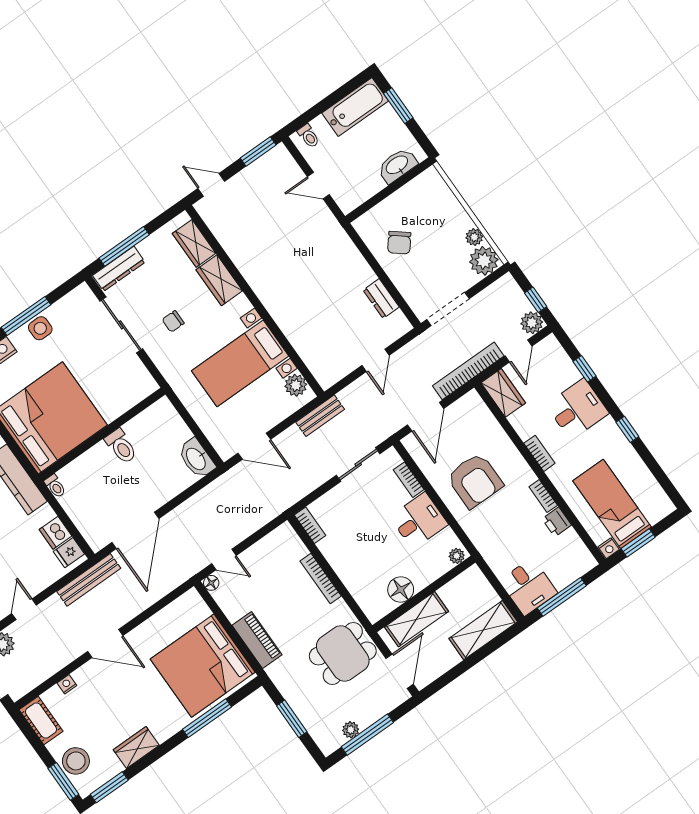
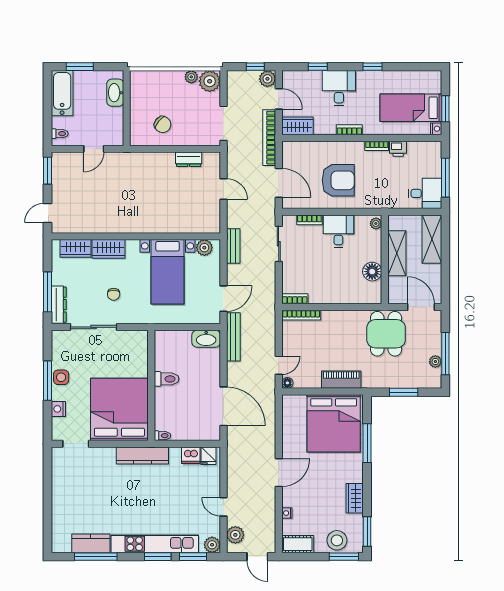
bookcase: (321, 579) -> (301, 315), moved
bench: (89, 580) -> (233, 337), moved
shelving: (416, 619) -> (397, 253), moved

